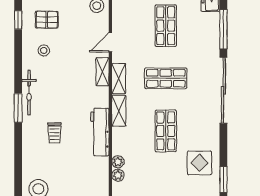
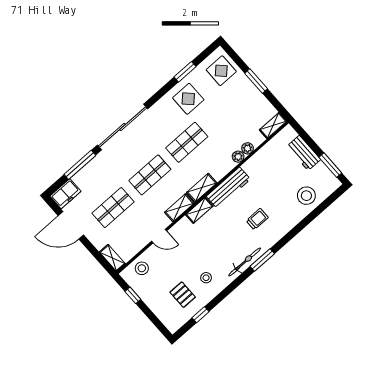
shelving: (102, 72) -> (199, 210), moved
shop shelf: (166, 78) -> (150, 175), turned 90

